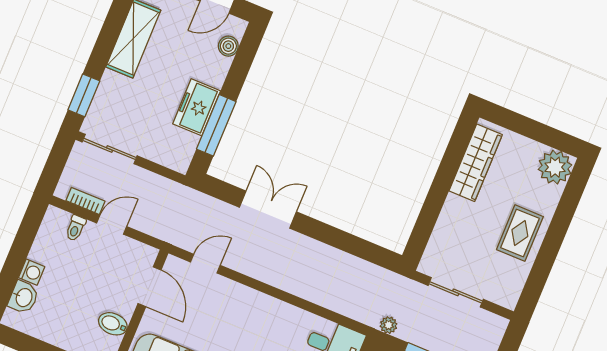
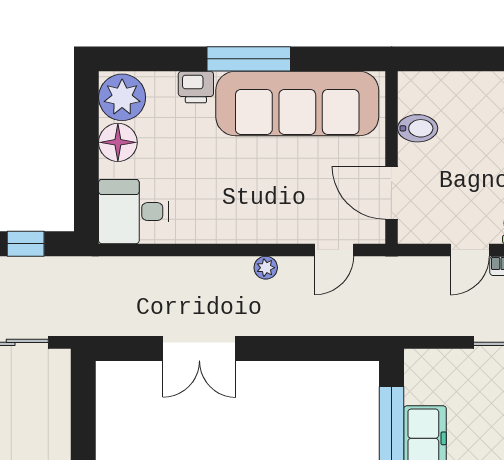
double door: (268, 210) -> (199, 349), moved
plant: (389, 325) -> (266, 268), moved

